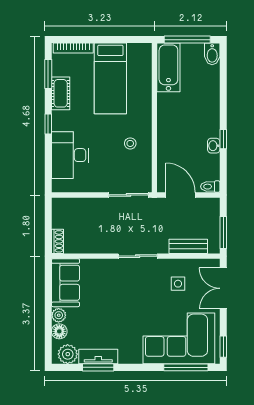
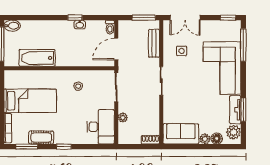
bathtub: (168, 67) -> (37, 58), moved
desk: (70, 155) -> (101, 127), moved, turned -90
plant: (88, 204) -> (123, 118), added
corner sofa: (179, 338) -> (222, 68), moved

